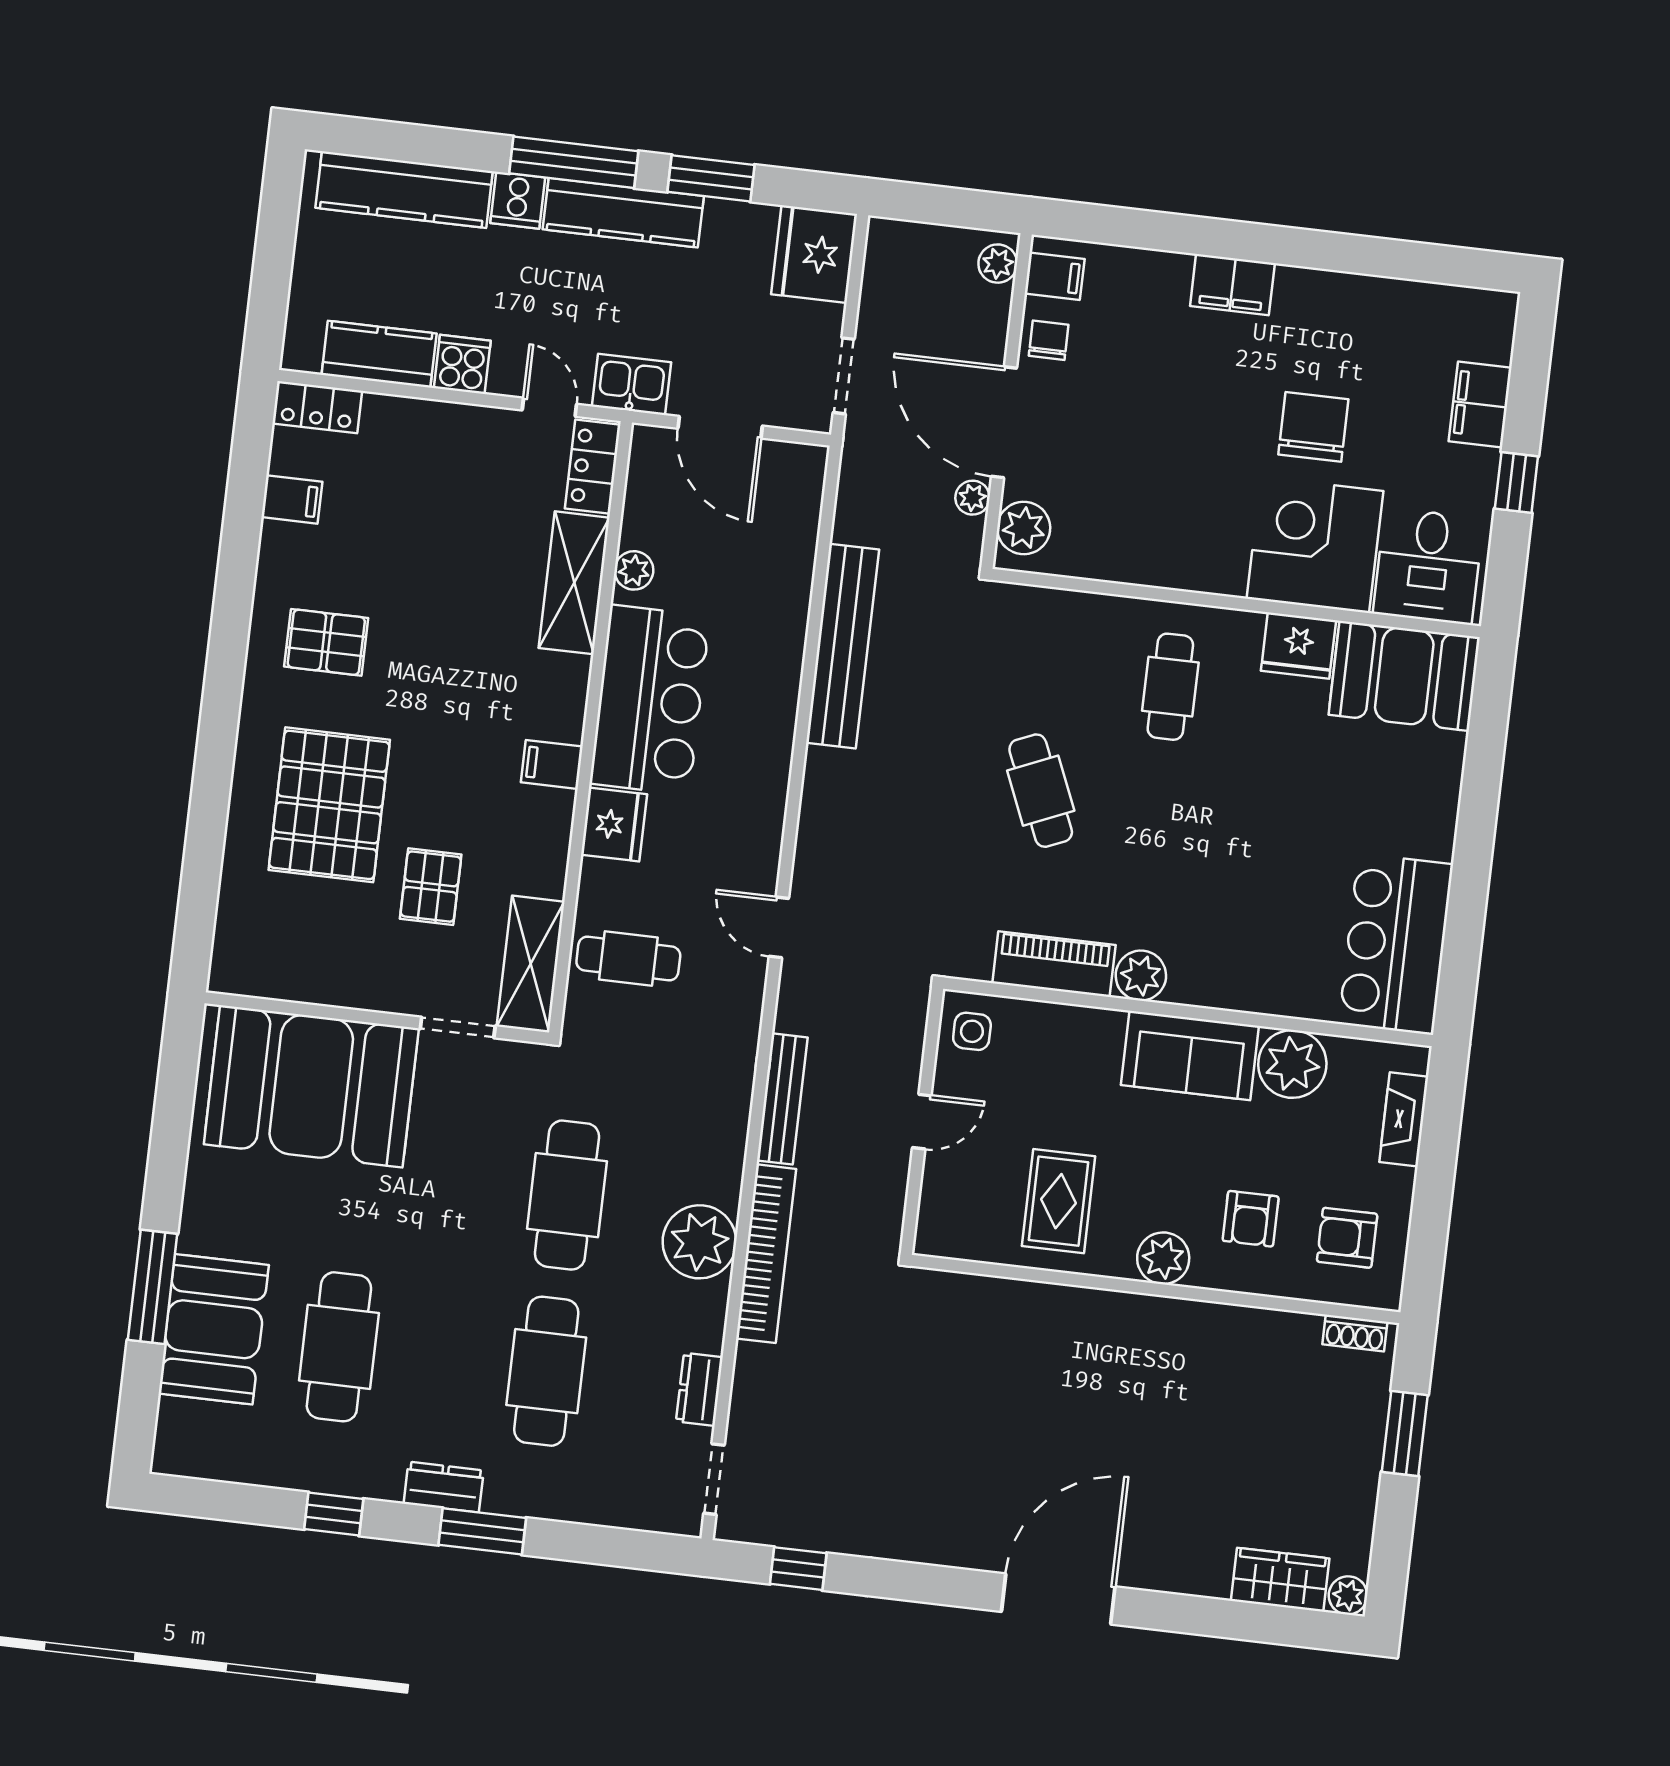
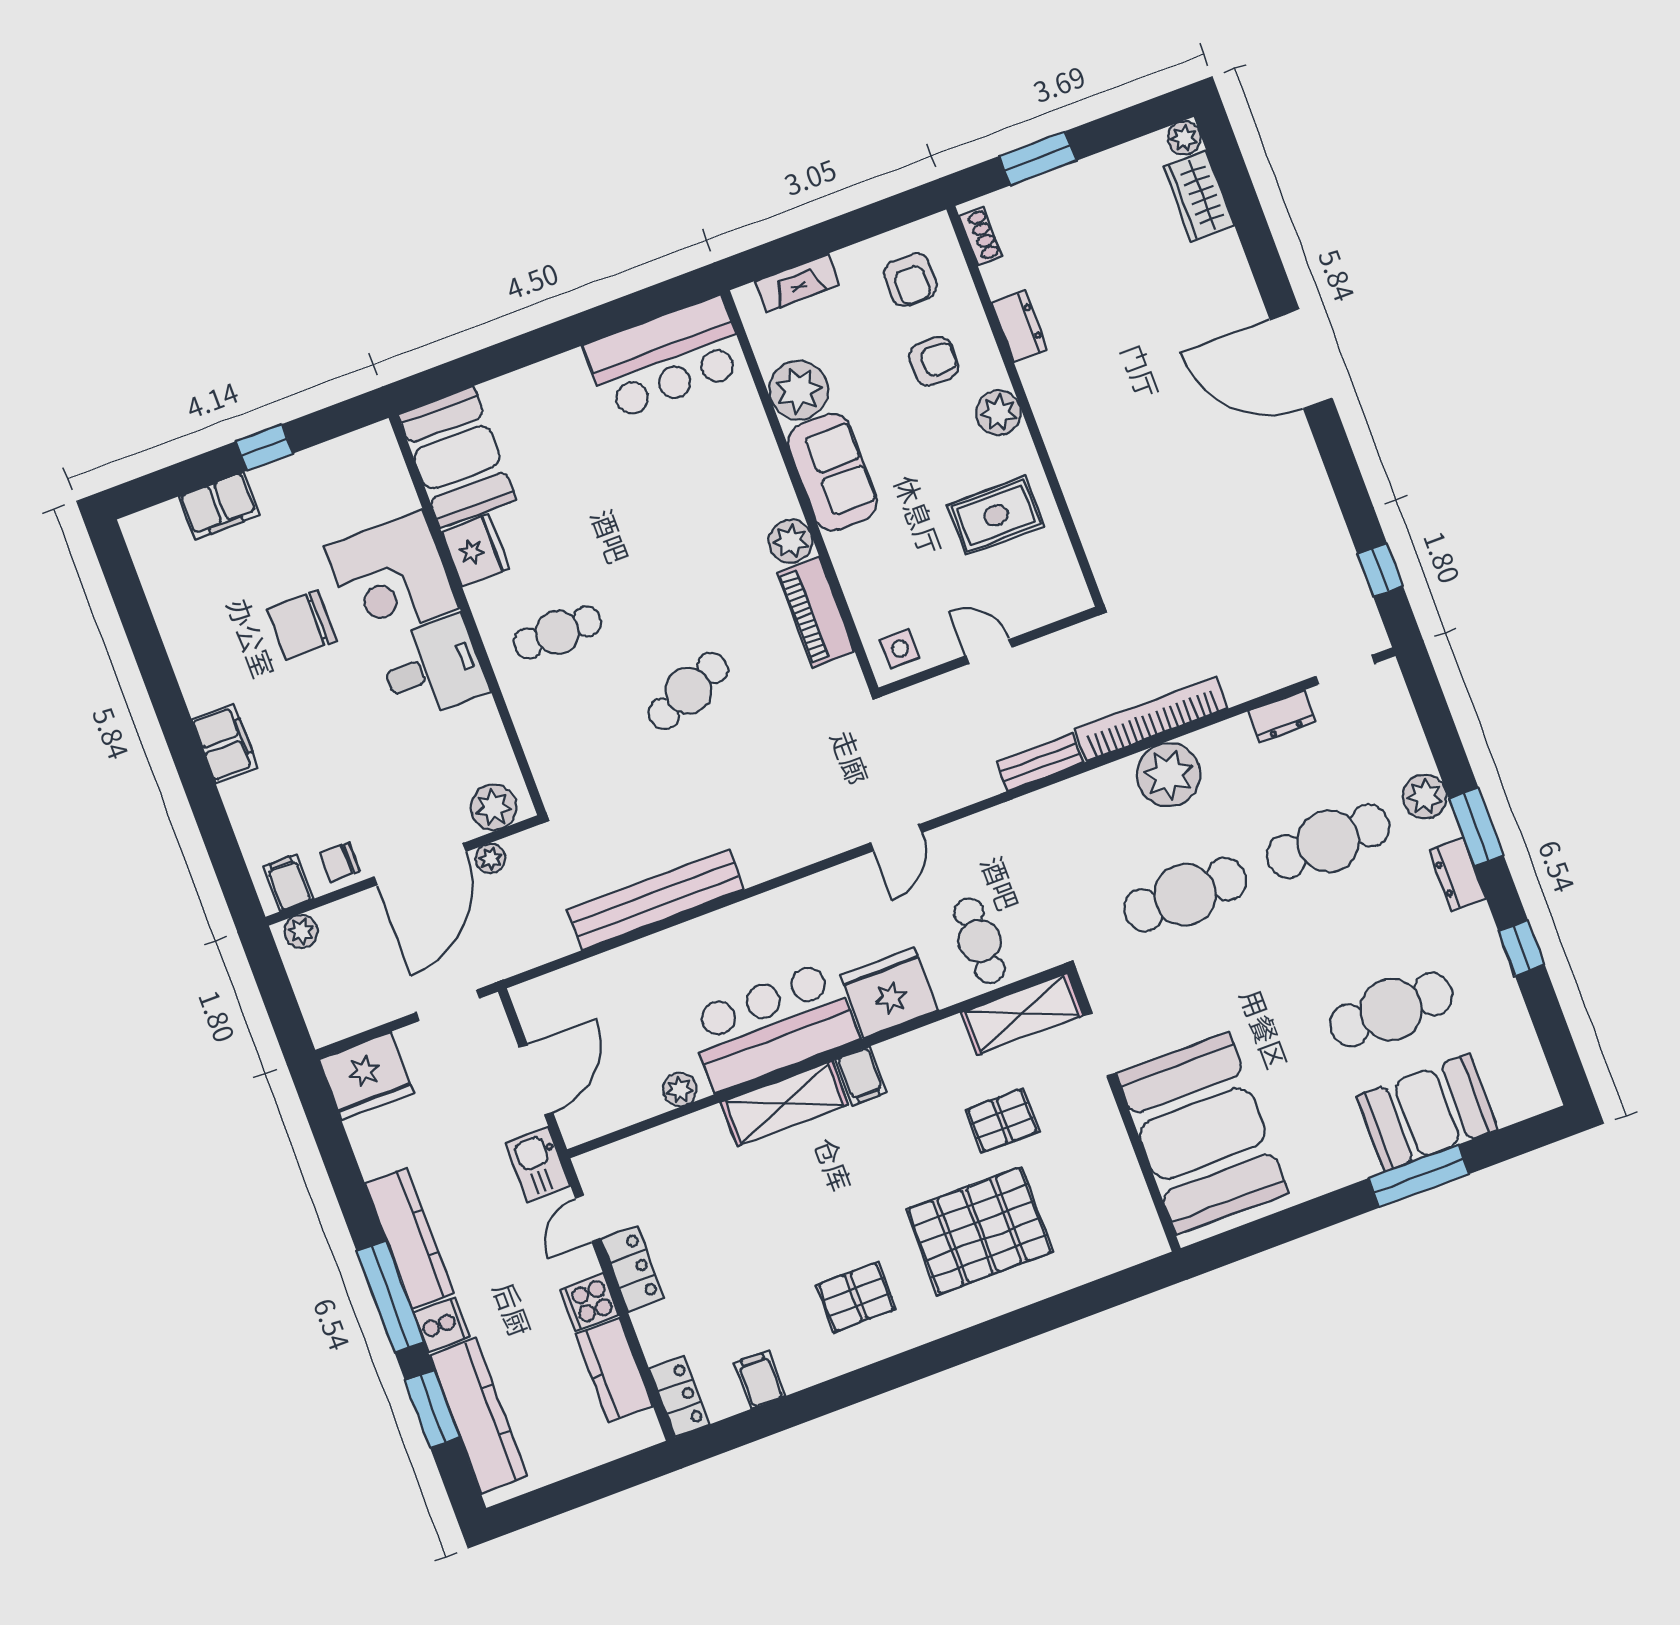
window: (711, 178) -> (433, 1409), moved
locker: (593, 467) -> (632, 1269), moved, turned -90
desk: (1428, 566) -> (433, 668), moved
shelving: (574, 583) -> (785, 1104), moved
pallet: (326, 642) -> (856, 1297), turned 90
fridge: (614, 824) -> (889, 993), width x1.36, depth x1.34
bench: (782, 1099) -> (1040, 762), width x0.73
dresser: (1241, 1326) -> (1019, 326), added
plant: (541, 1494) -> (1425, 797), added

